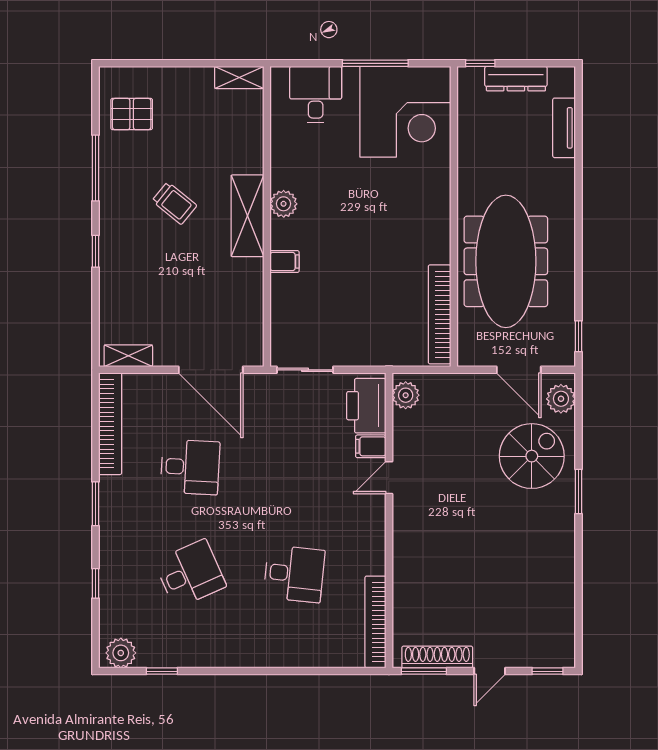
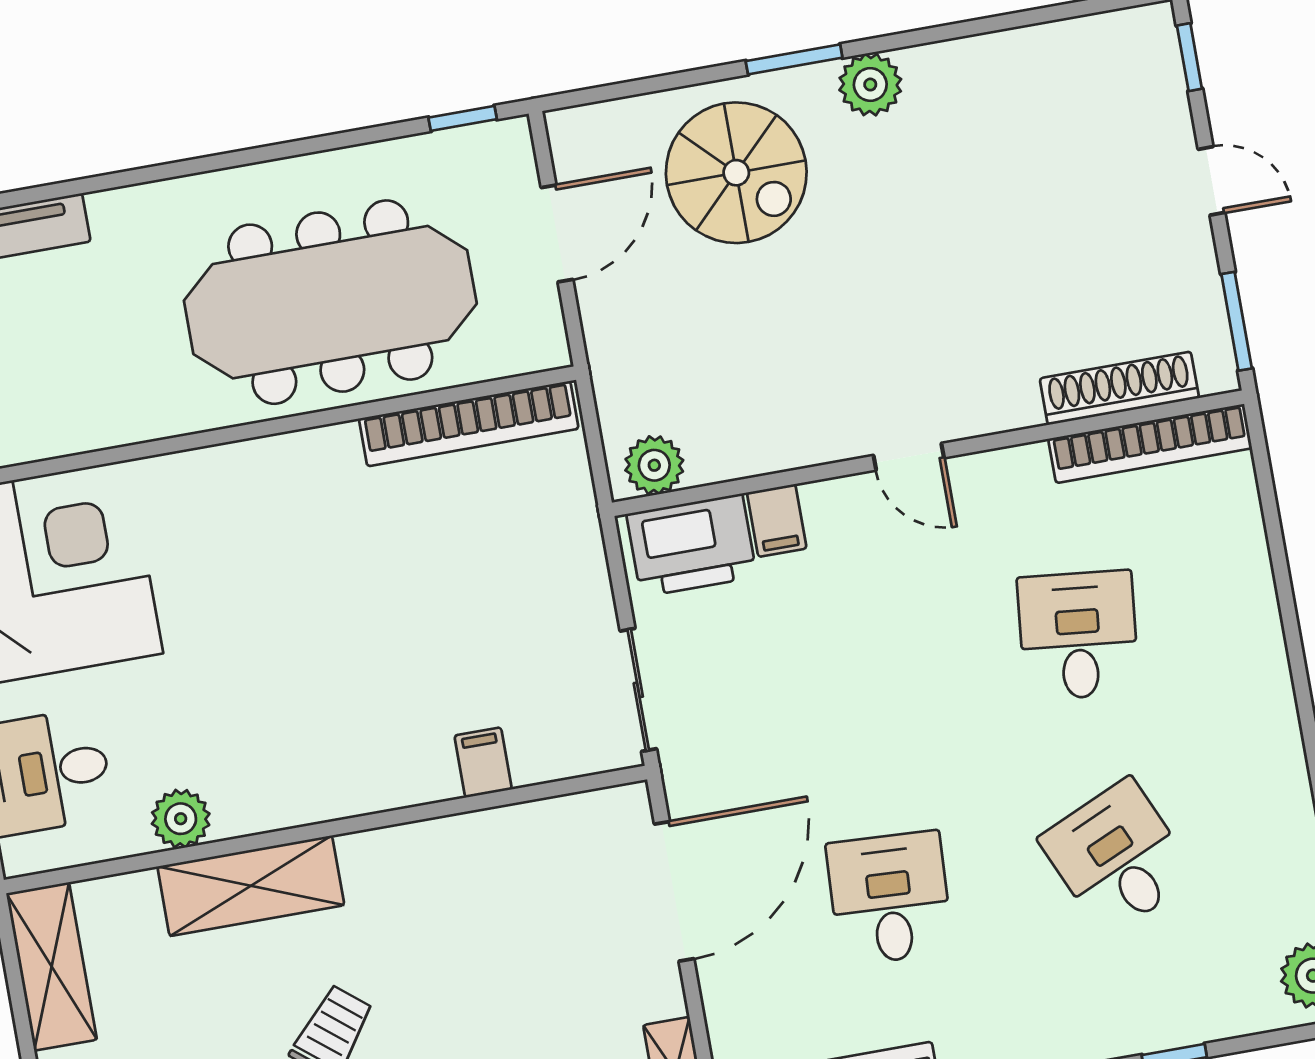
shelving: (239, 78) -> (52, 966), width x1.50, depth x1.33
plant: (284, 204) -> (181, 819), moved
shelving: (247, 216) -> (251, 886), moved
filing cabinet: (285, 262) -> (483, 762), moved
plant: (561, 399) -> (870, 85), moved
spiral stairs: (532, 456) -> (736, 173), turned 180
door: (389, 478) -> (909, 457), moved
shoe rack: (437, 657) -> (1119, 388), moved, turned 90

